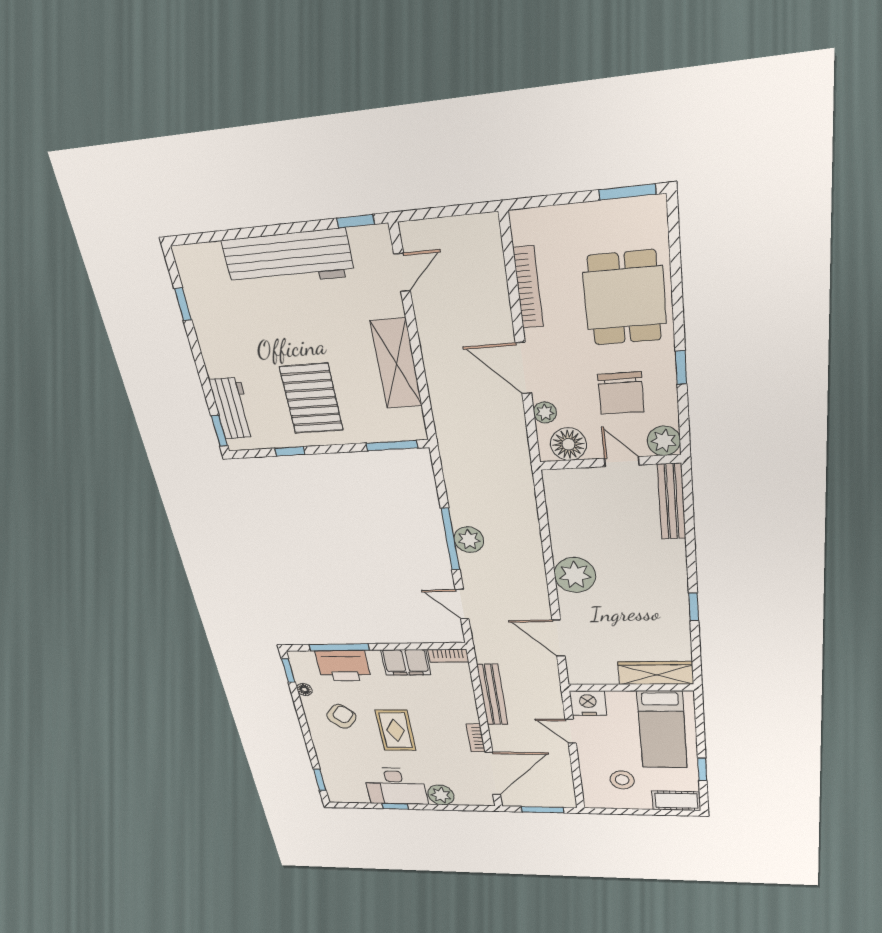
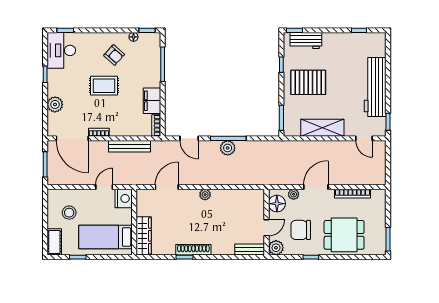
bench: (672, 502) -> (250, 250), width x0.73
plant: (575, 575) -> (205, 195), width x0.53, depth x0.53
shoe rack: (678, 592) -> (193, 250), added
door: (462, 604) -> (189, 138), swing flipped
printer: (343, 666) -> (150, 64), removed
desk: (395, 786) -> (61, 50), moved

